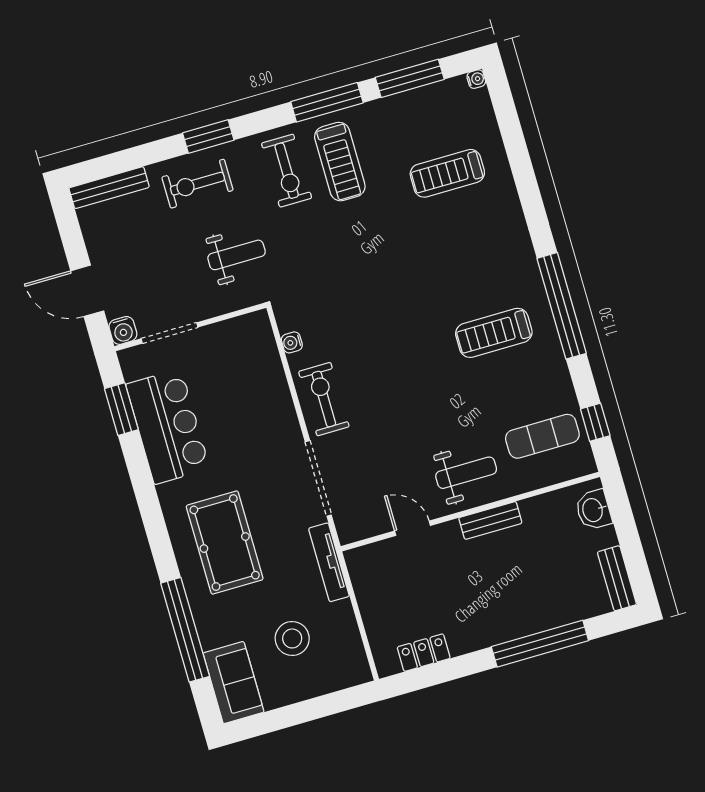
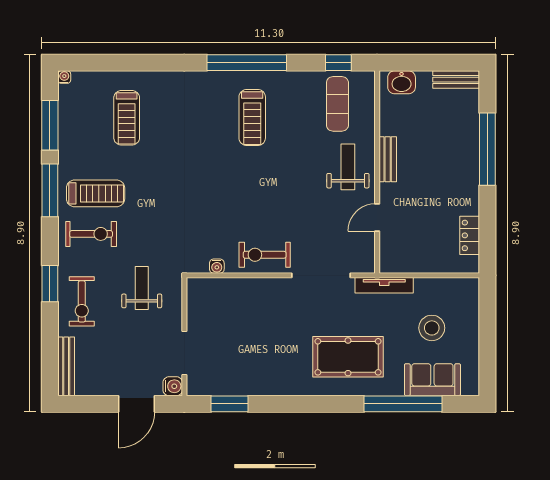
bar counter: (168, 427) -> (252, 374), removed
sofa: (234, 682) -> (432, 380), moved

